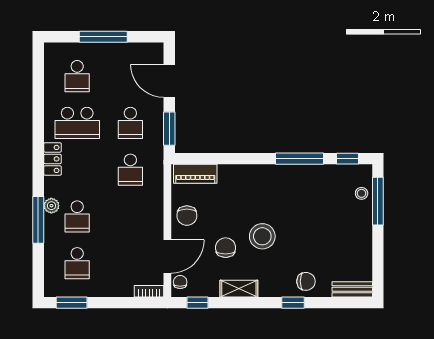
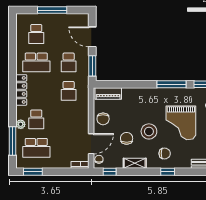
locker: (53, 159) -> (21, 90), width x1.53
plant: (51, 206) -> (21, 124), moved
window: (38, 220) -> (13, 141), moved
grand piano: (315, 222) -> (181, 123), added
school desk: (77, 263) -> (36, 148), width x1.85
chair: (306, 281) -> (165, 153), moved

